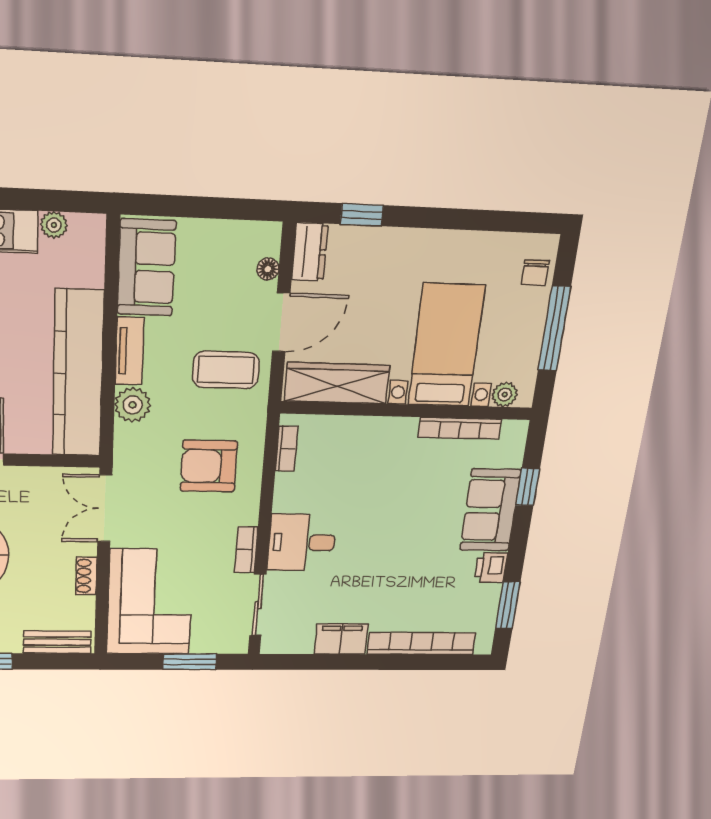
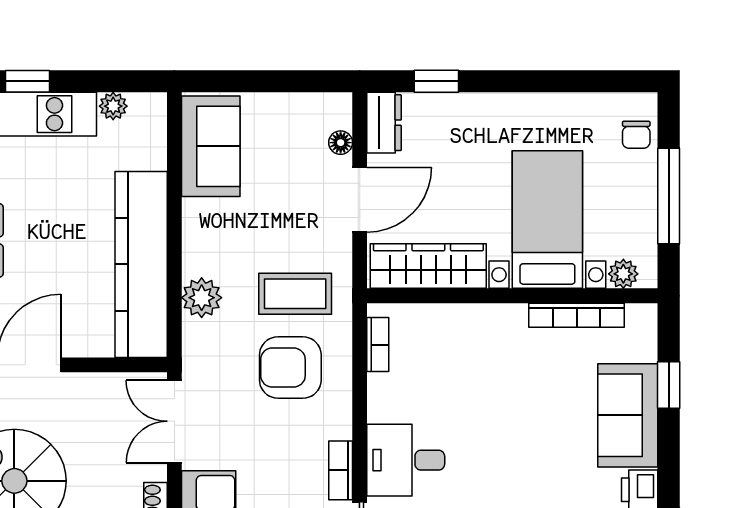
tv unit: (129, 351) -> (196, 237), removed
coffee table: (226, 370) -> (295, 294), moved

